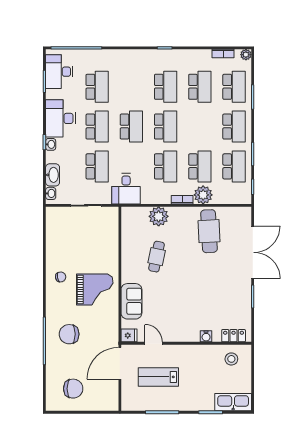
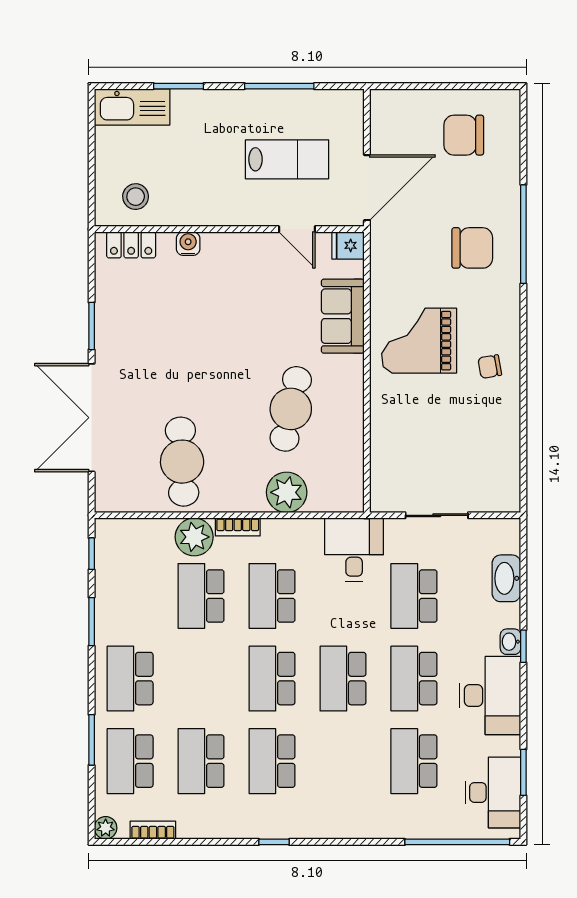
school desk: (234, 166) -> (130, 596), removed
washbasin: (51, 193) -> (510, 540), removed
cafe table: (157, 257) -> (291, 409), width x1.37, depth x1.35

